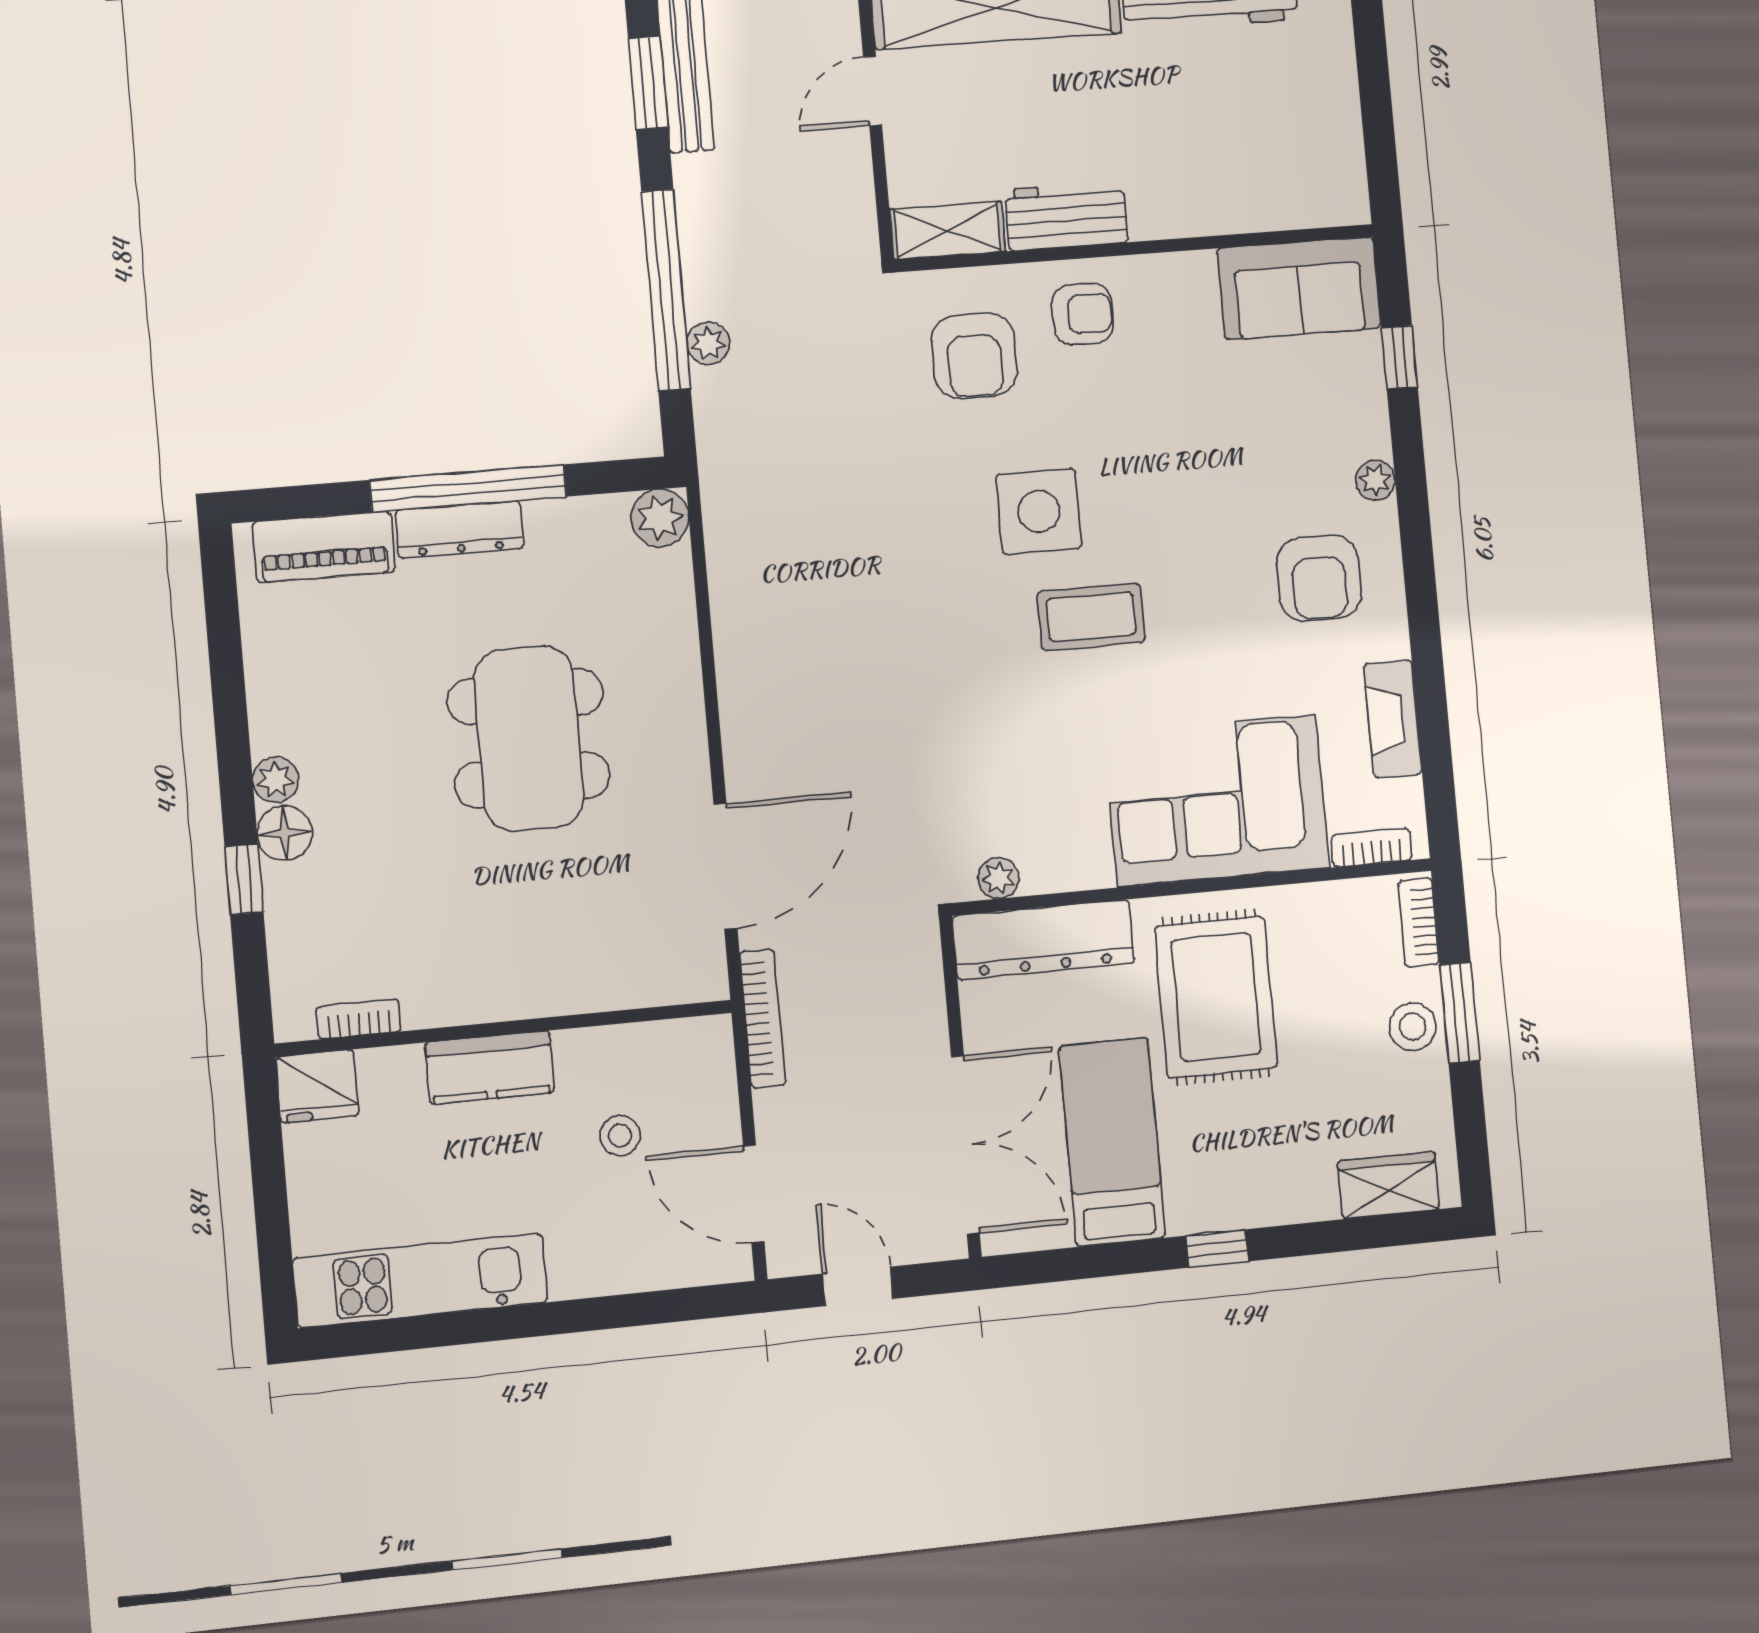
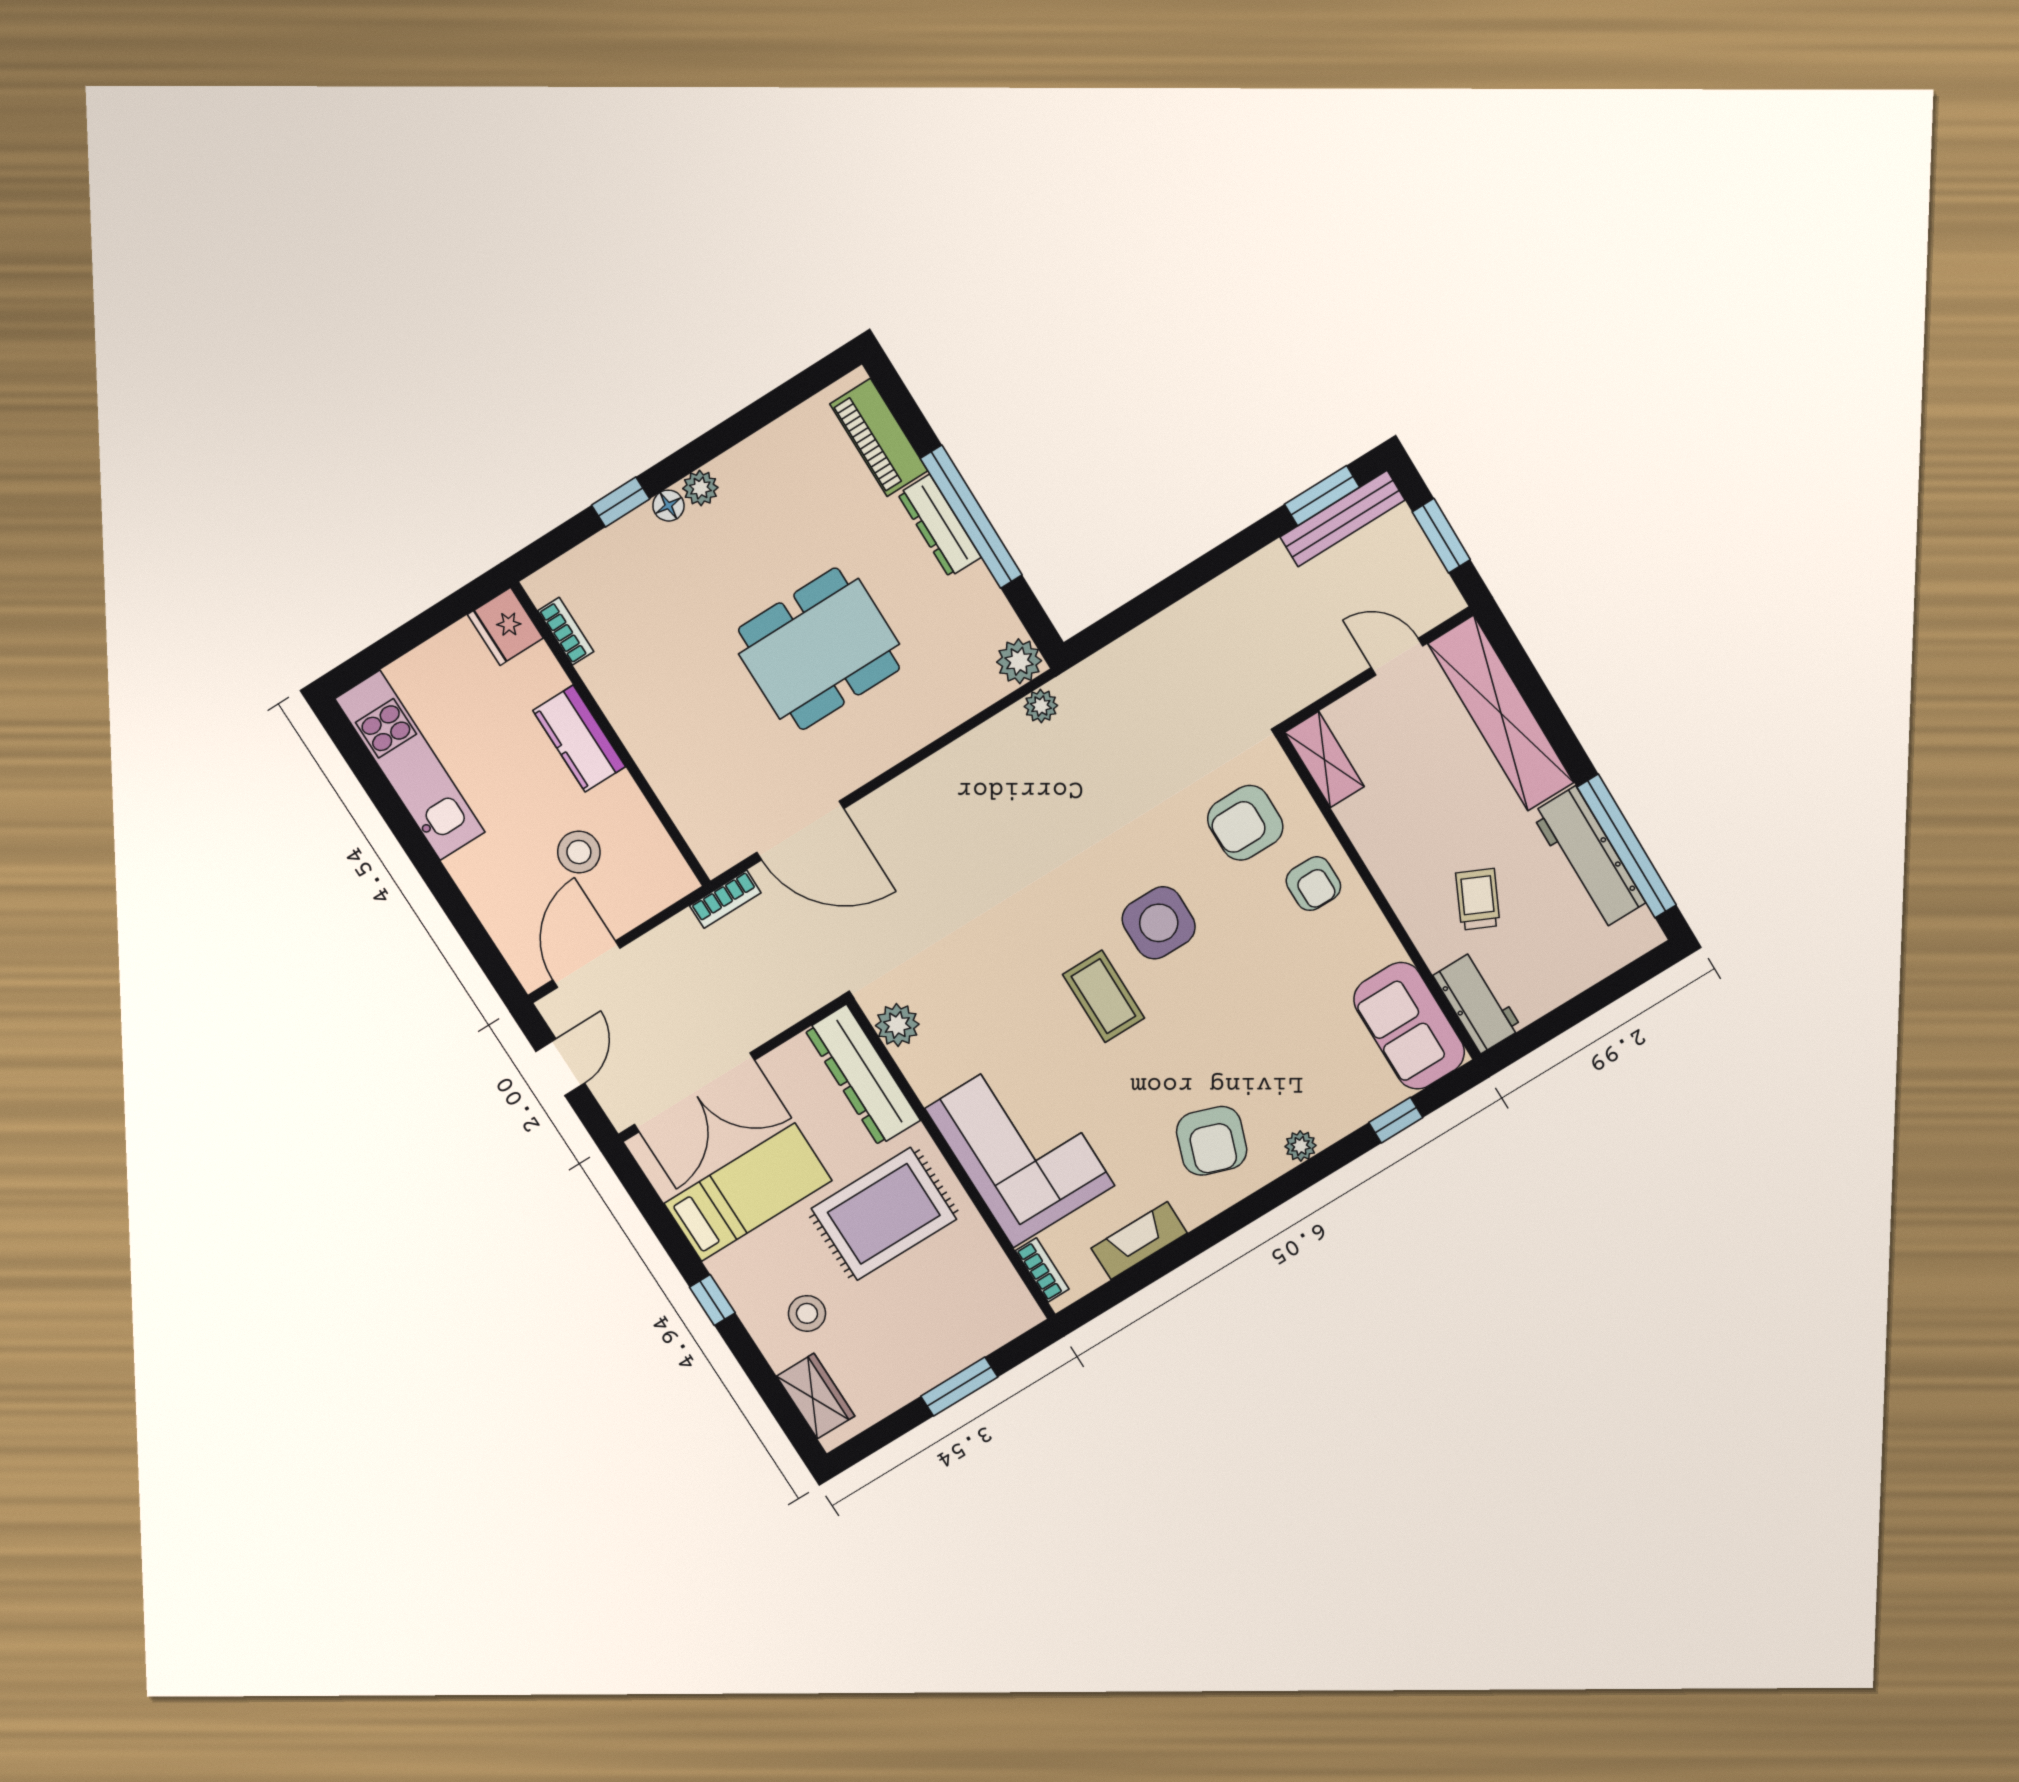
trolley: (1194, 139) -> (1478, 899), added
workbench: (1066, 216) -> (1477, 1002), moved
window: (666, 290) -> (1181, 584), removed
plant: (708, 343) -> (1041, 706), moved
armchair: (1319, 578) -> (1212, 1141), turned -71
floor lamp: (285, 833) -> (668, 506), width x0.73, depth x0.73
plant: (998, 878) -> (897, 1025), width x1.38, depth x1.38
bookcase: (1419, 922) -> (1007, 1328), removed
bookcase: (763, 1018) -> (725, 899), width x0.64
stool: (1413, 1027) -> (807, 1313), moved
stool: (620, 1135) -> (579, 852), width x1.37, depth x1.37

